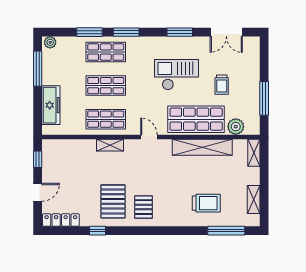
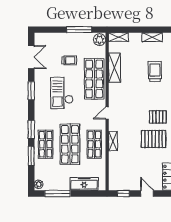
shop shelf: (106, 86) -> (70, 144), width x1.43, depth x1.36
plant: (236, 127) -> (100, 40), moved
shelving: (202, 147) -> (114, 68), width x0.68

